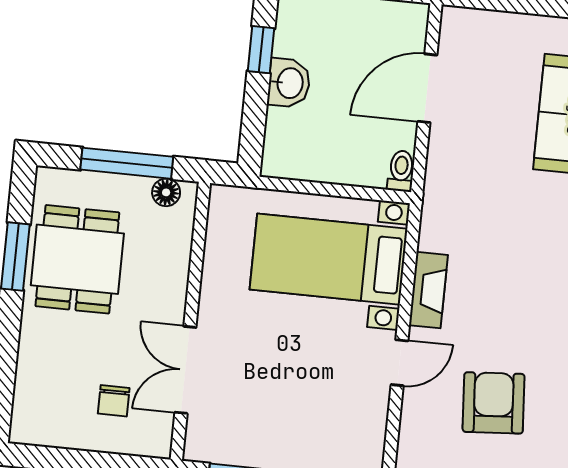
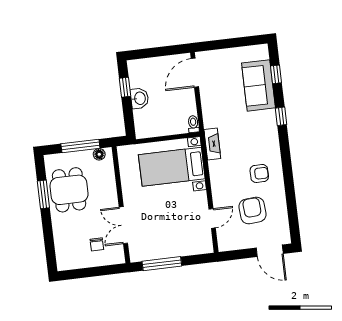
door: (427, 88) -> (195, 73), moved
fireplace: (428, 290) -> (212, 144), moved
armchair: (529, 320) -> (259, 173), added
door: (400, 363) -> (212, 218), moved

